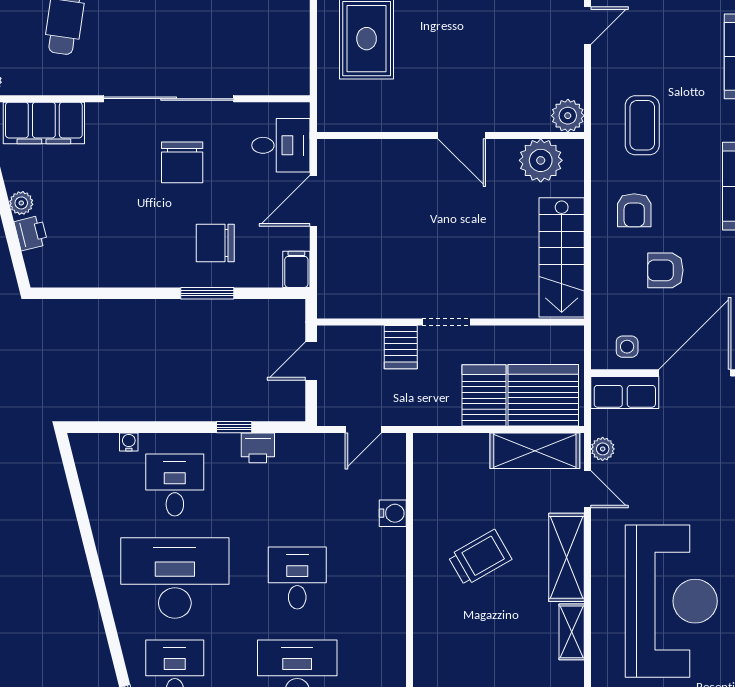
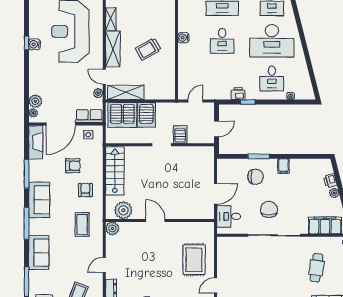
filing cabinet: (296, 269) -> (284, 166), moved
water cooler: (393, 513) -> (183, 38), moved

